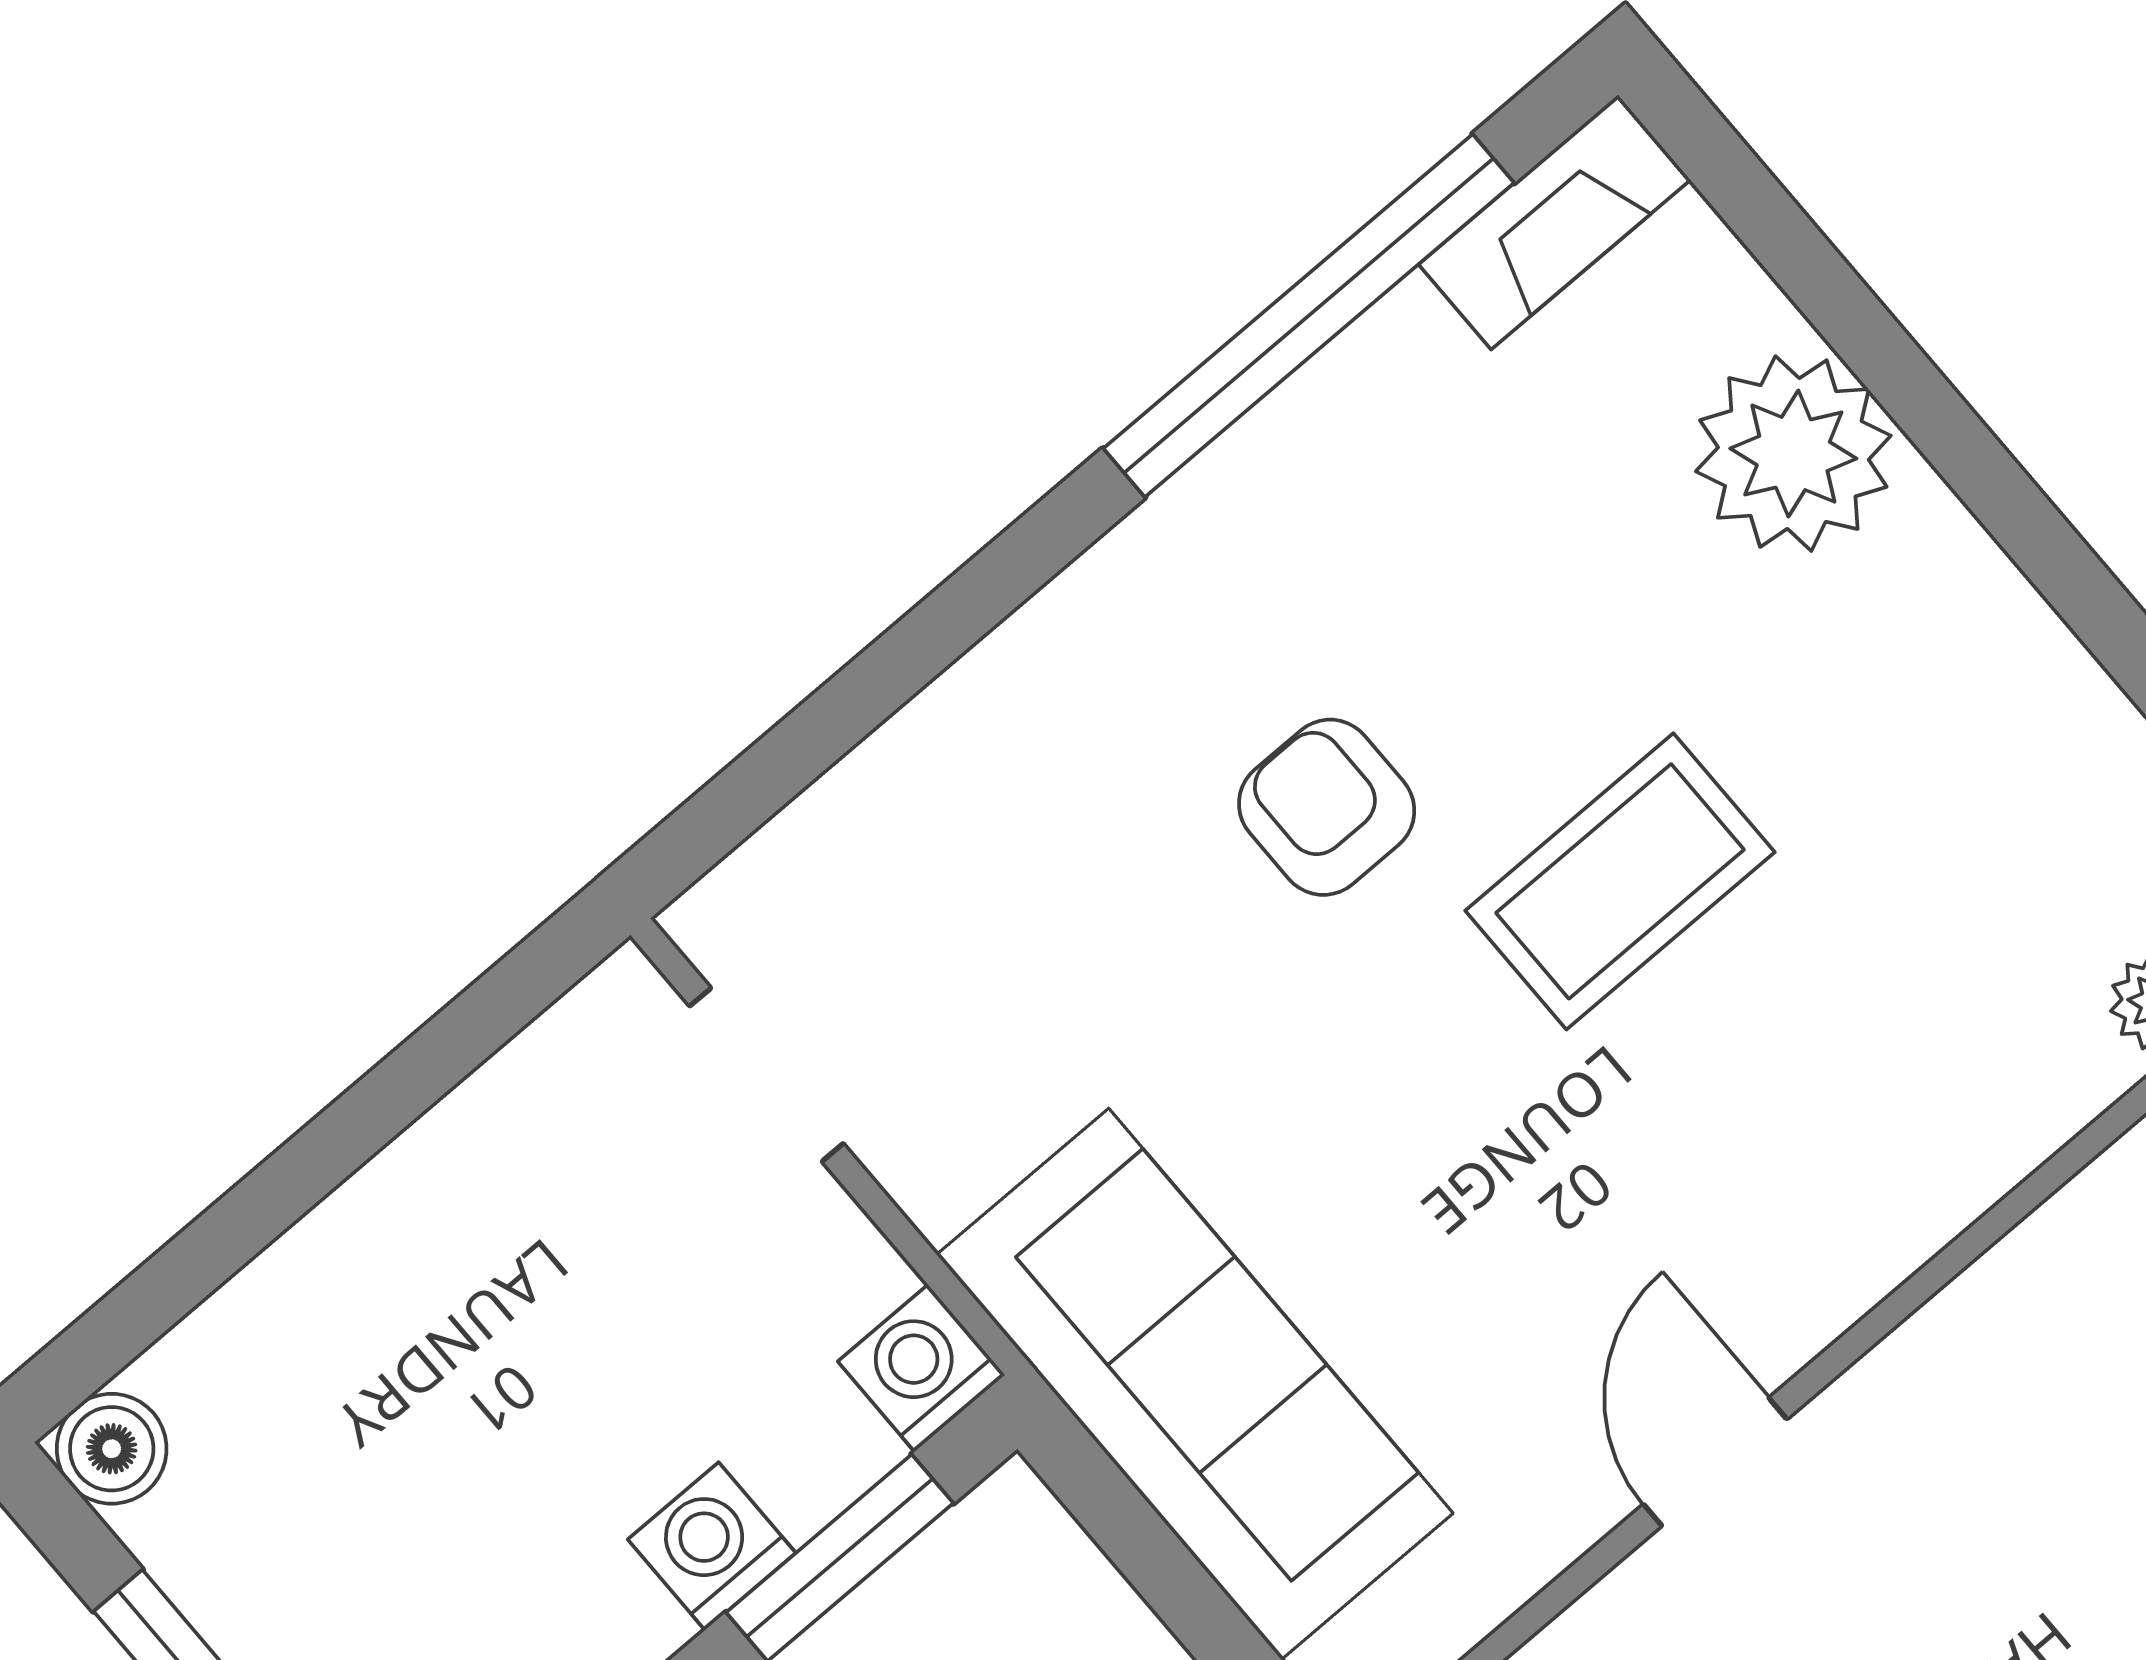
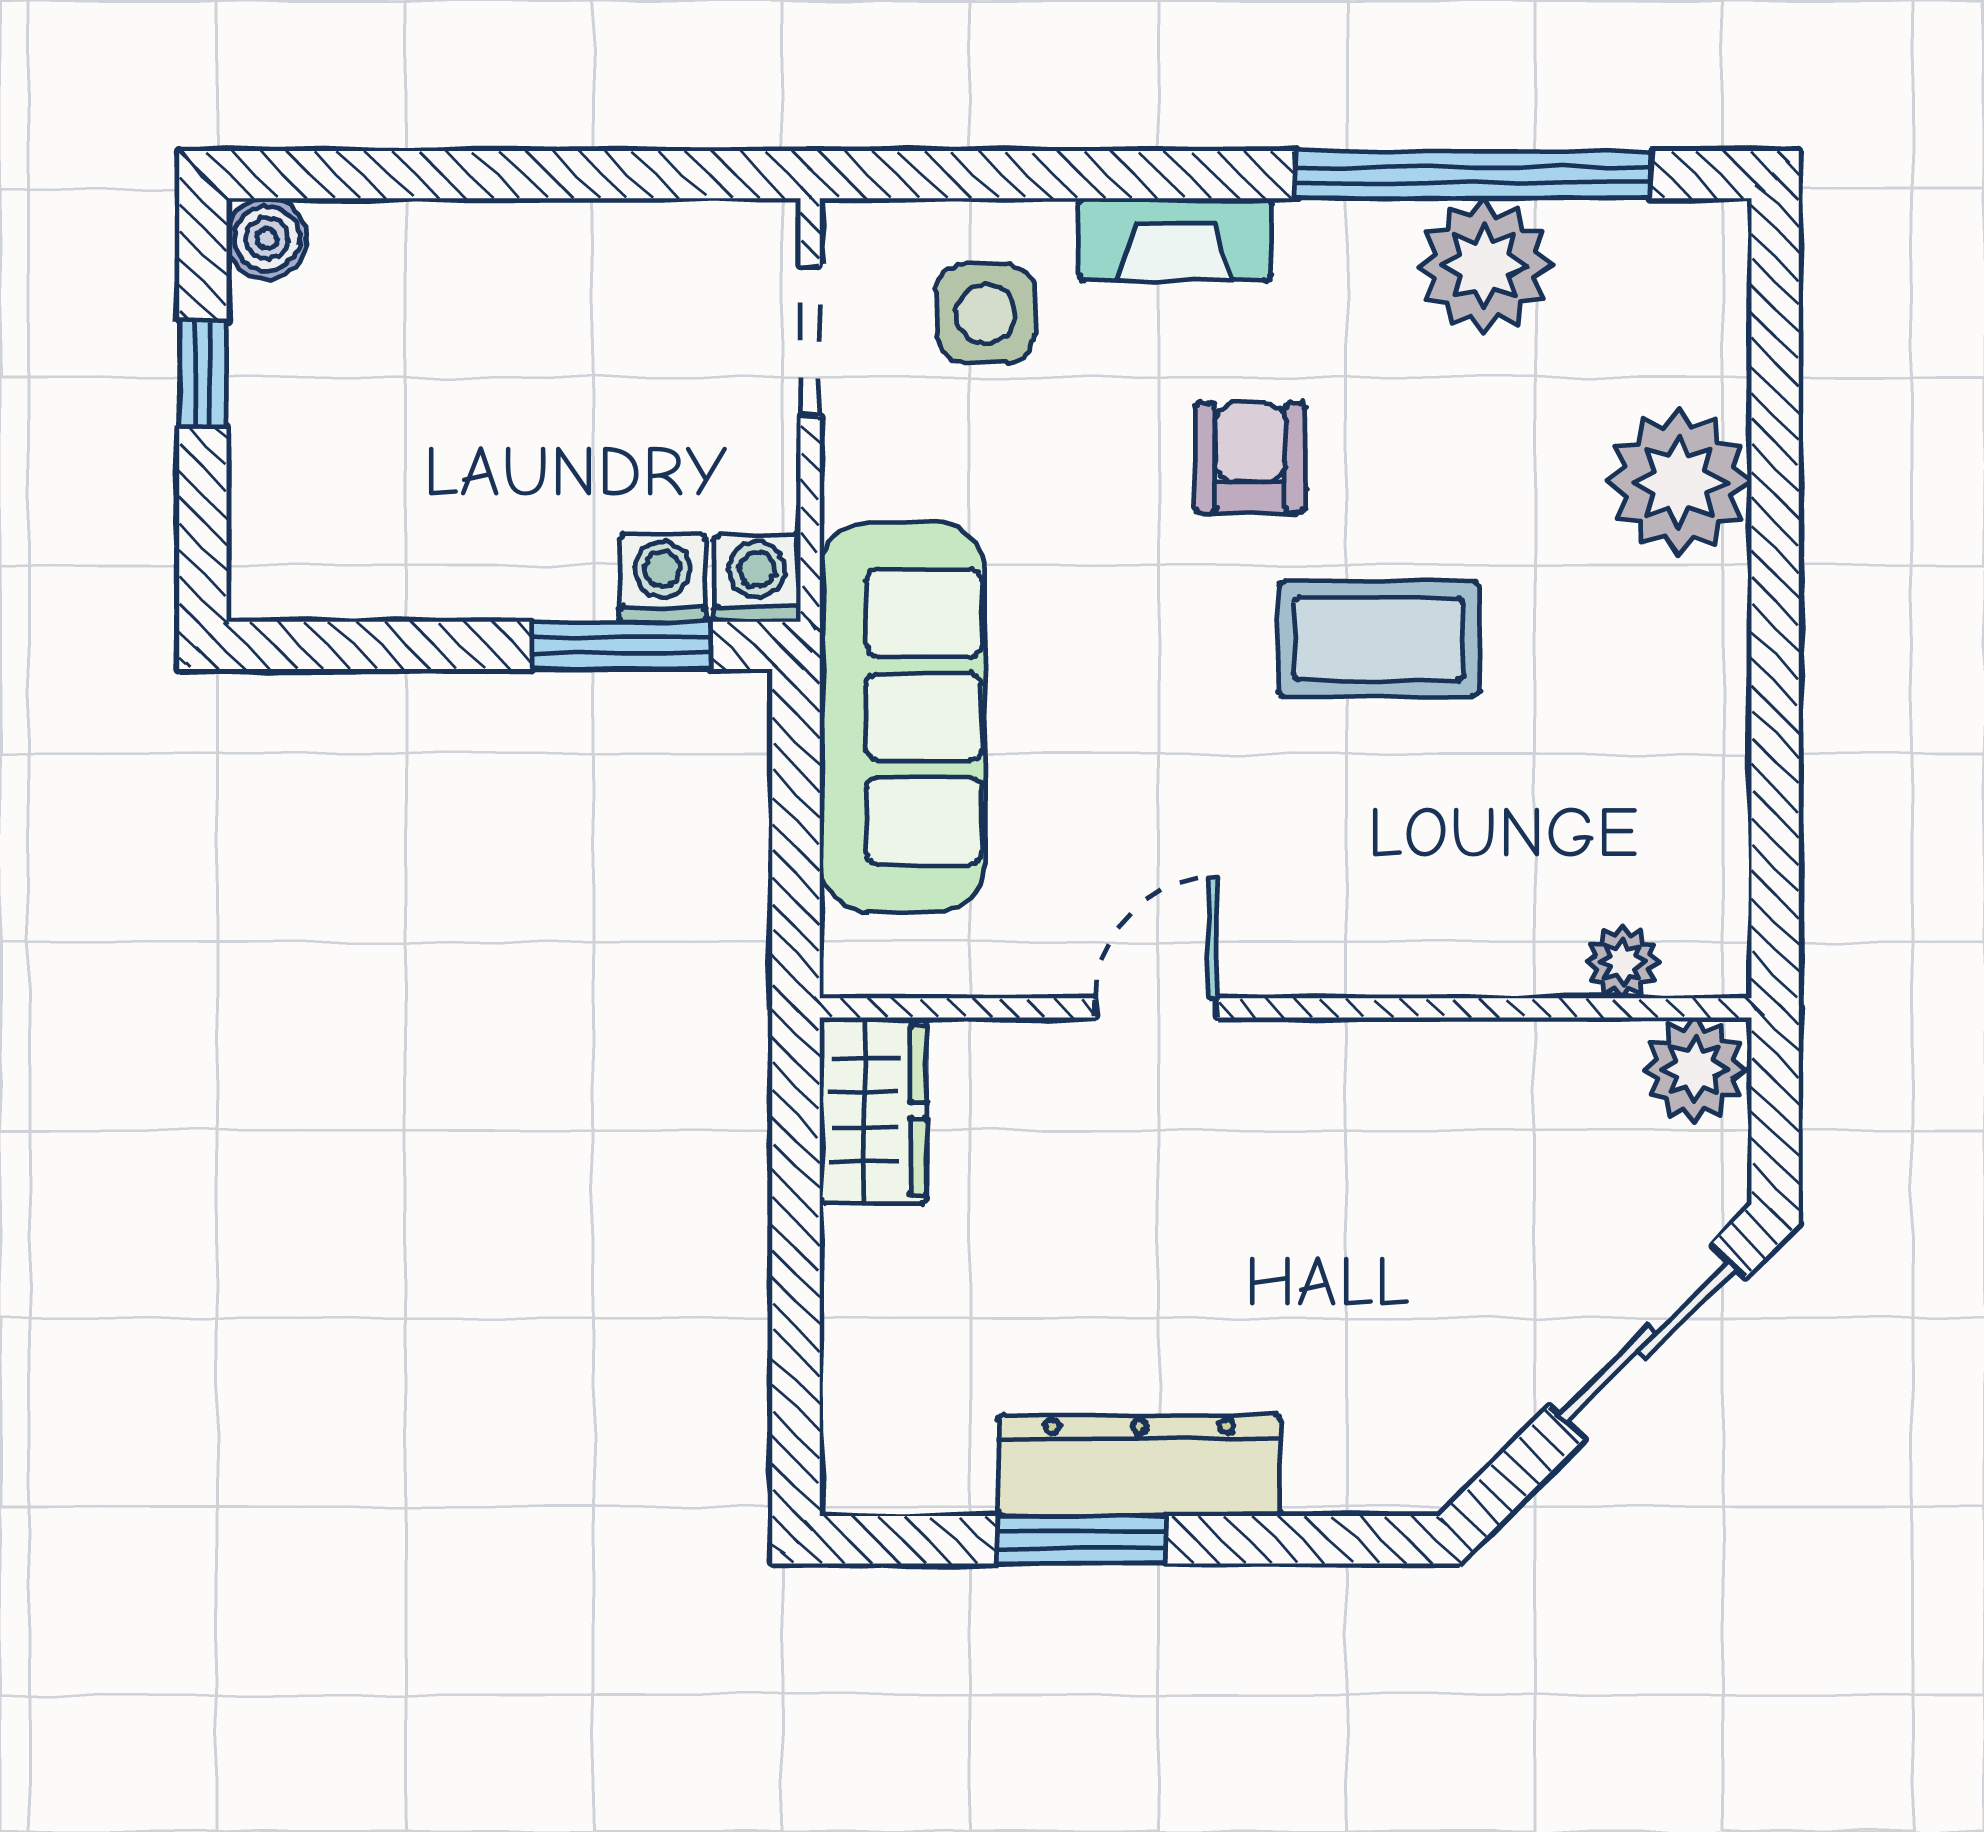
fireplace: (1555, 222) -> (1175, 239), moved
plant: (1400, 401) -> (1484, 266), added
side table: (925, 891) -> (986, 314), added
washing machine: (712, 1546) -> (662, 578), moved

